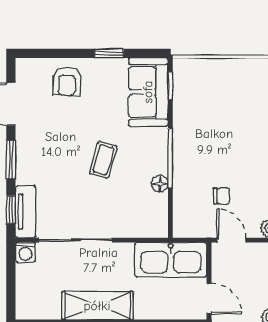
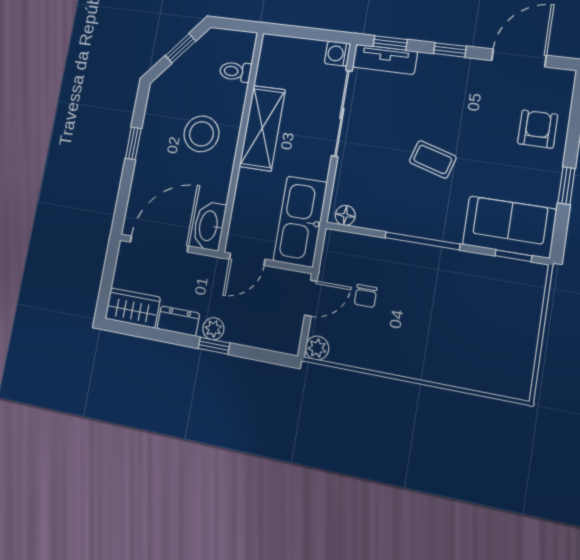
armchair: (67, 81) -> (538, 129), turned 88
window: (11, 160) -> (450, 50), width x0.67
floor lamp: (160, 184) -> (345, 215), moved

